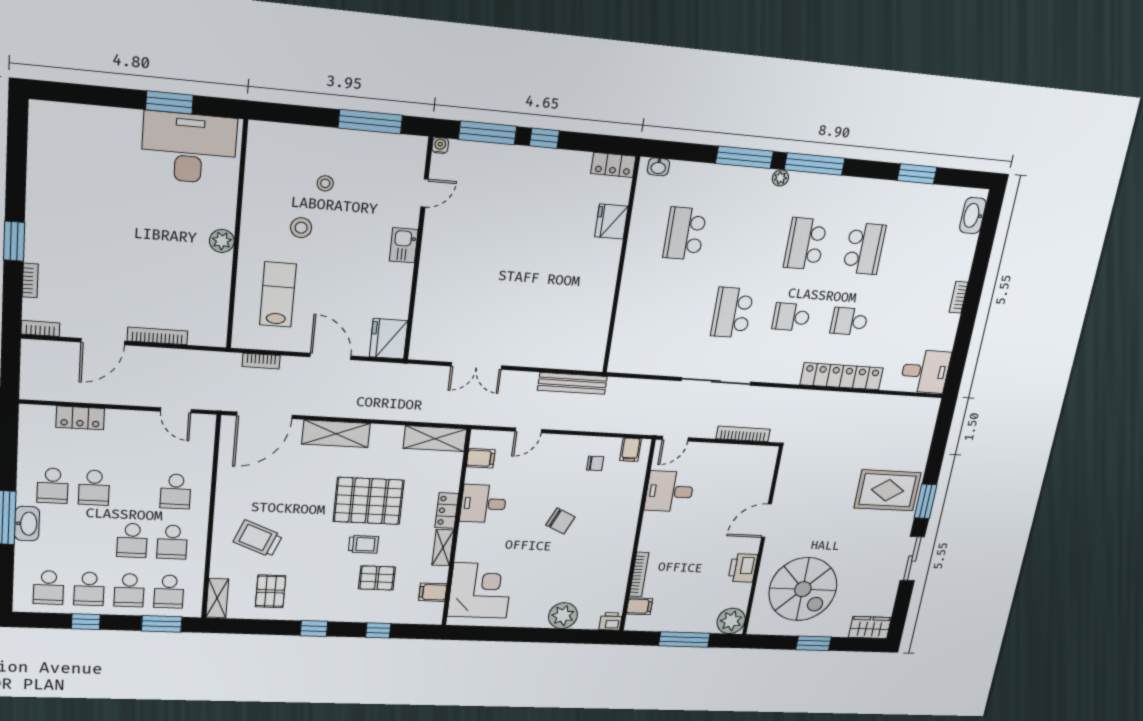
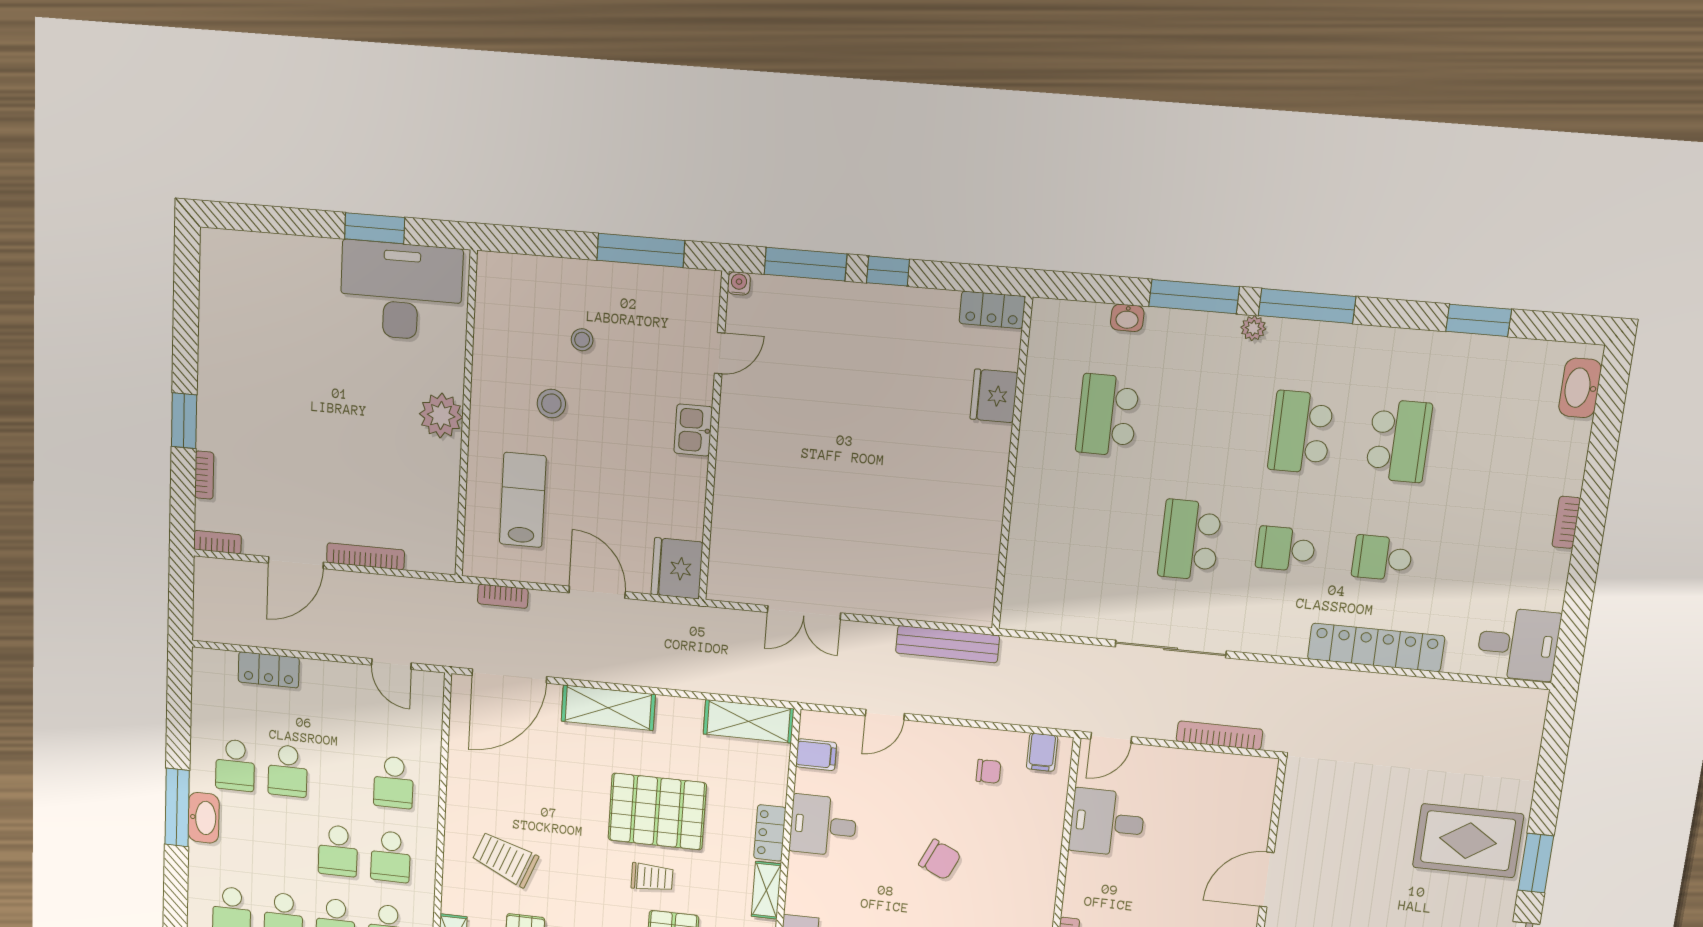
washbasin: (658, 167) -> (1127, 318), moved
plant: (222, 241) -> (441, 416), width x1.36, depth x1.36

